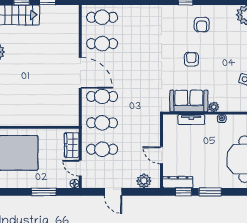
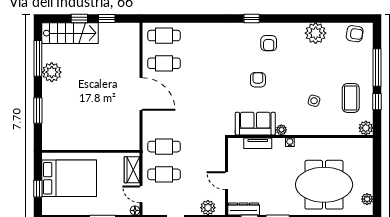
cafe table: (102, 96) -> (164, 119), removed

